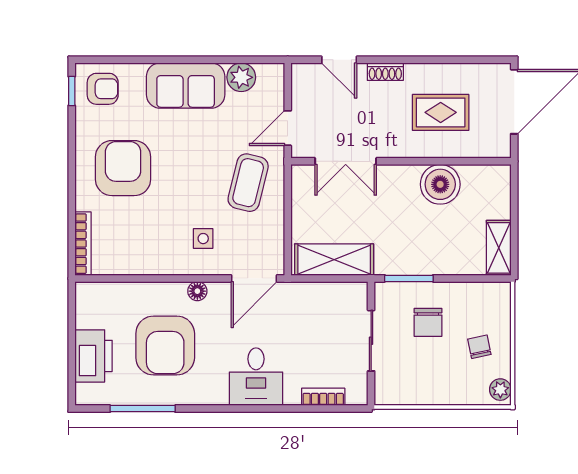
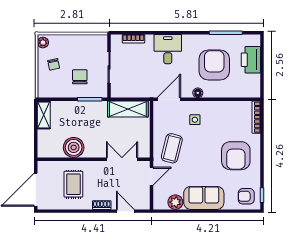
rug: (441, 112) -> (73, 184), turned 90

